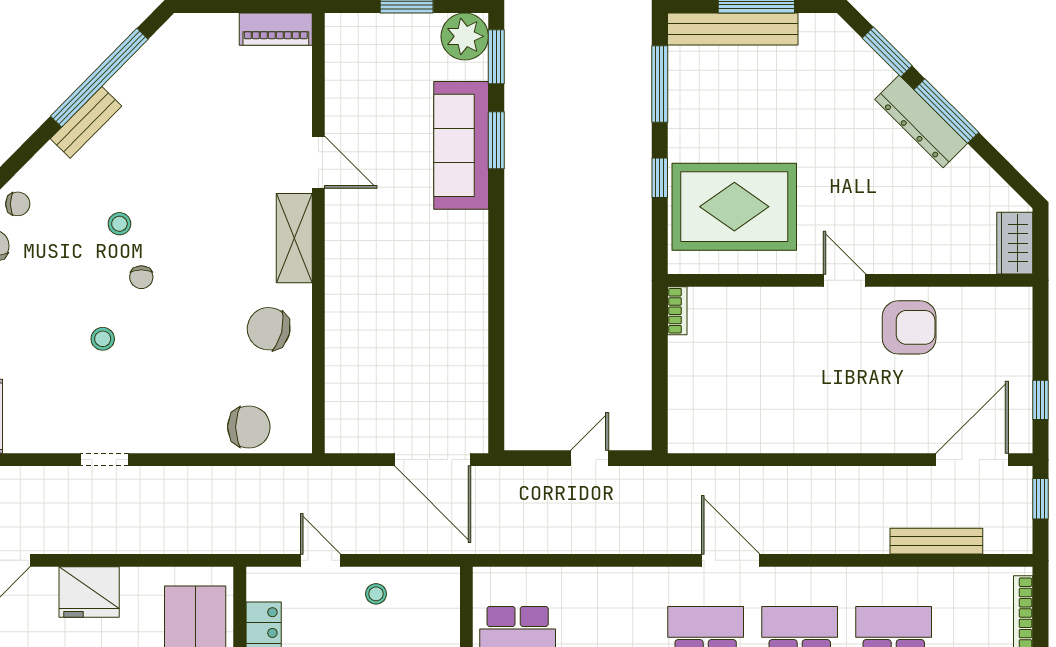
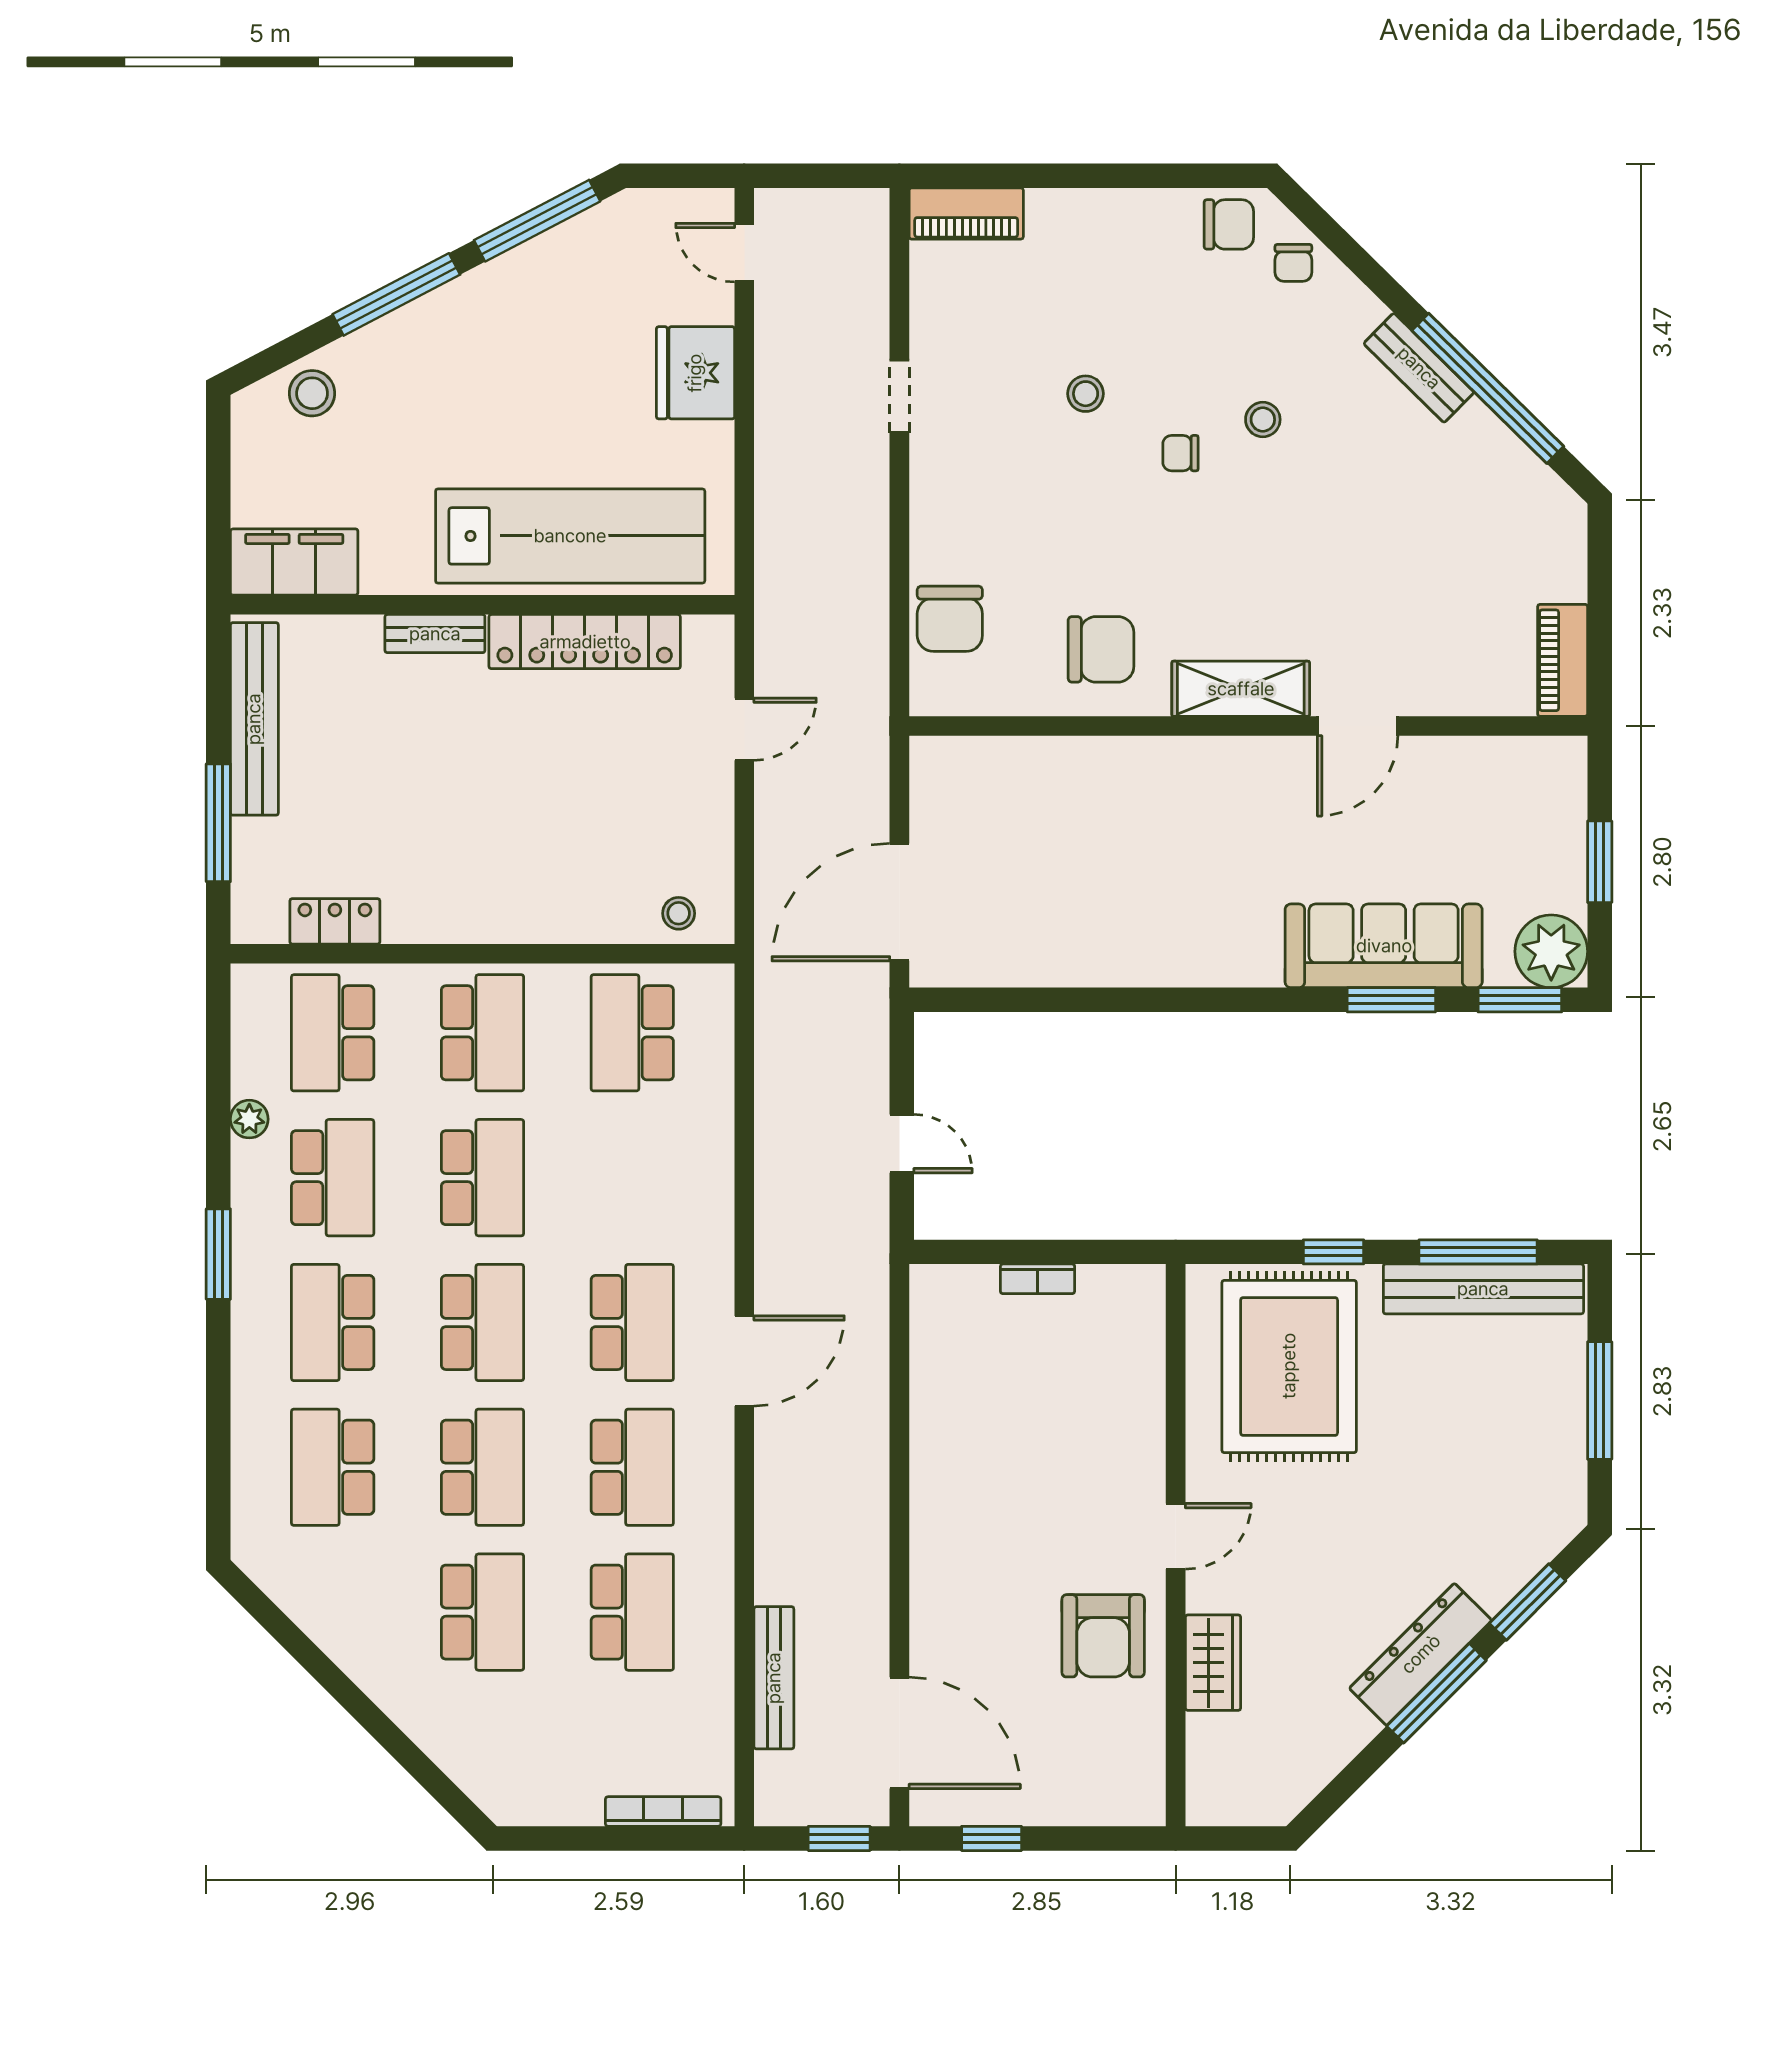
bench: (733, 29) -> (1483, 1289), moved, turned 90
wardrobe: (1015, 243) -> (1213, 1663), moved, turned 90
bookcase: (677, 311) -> (1038, 1279), moved
chair: (269, 329) -> (1101, 649), turned 76
stool: (376, 594) -> (679, 913), moved

